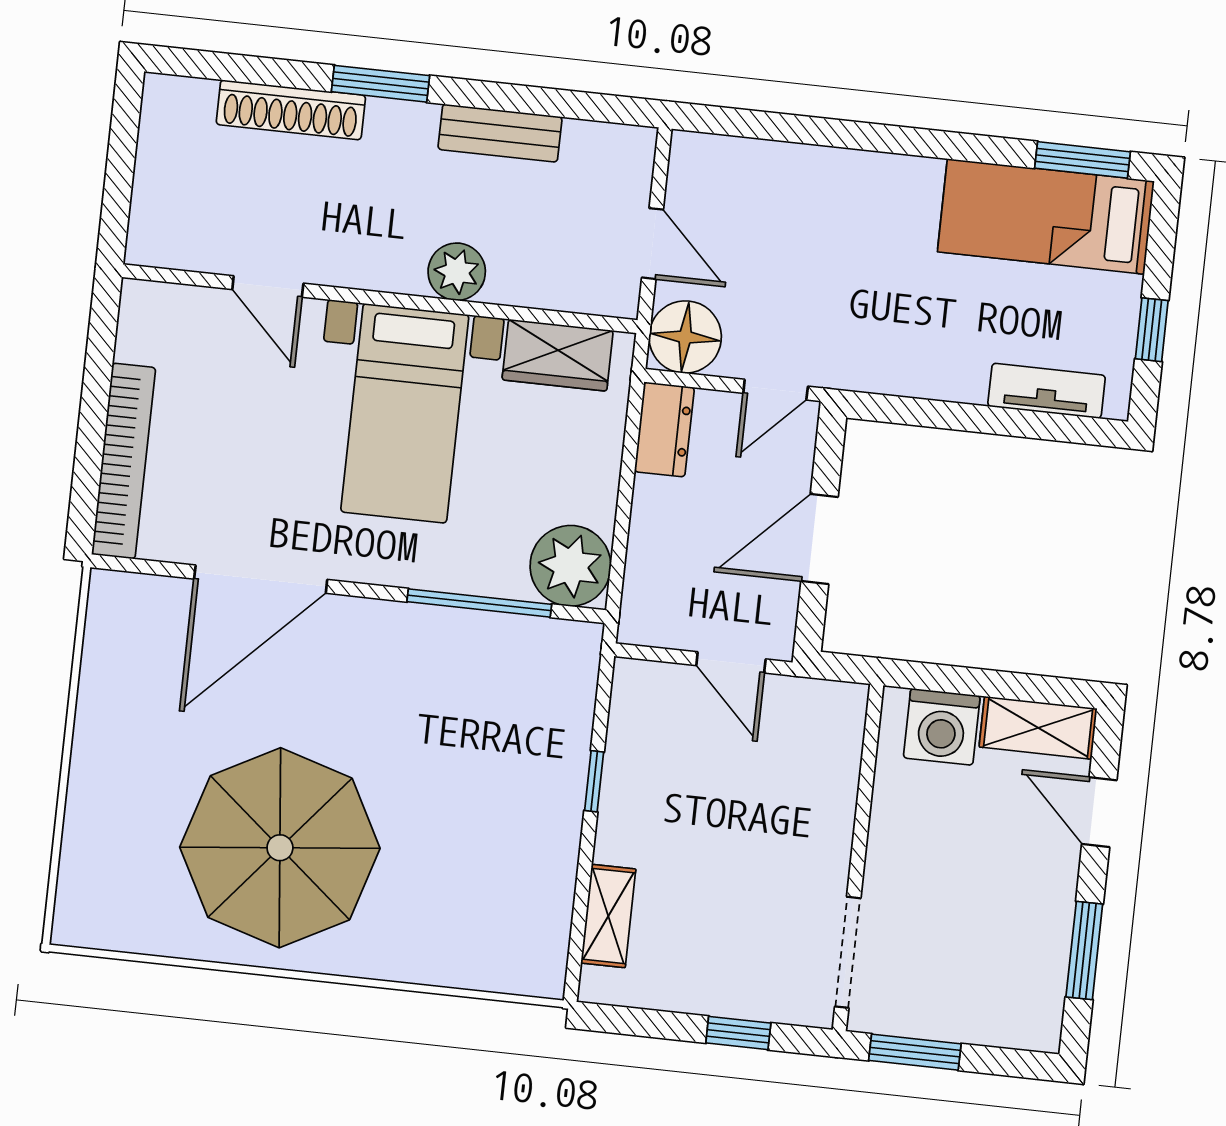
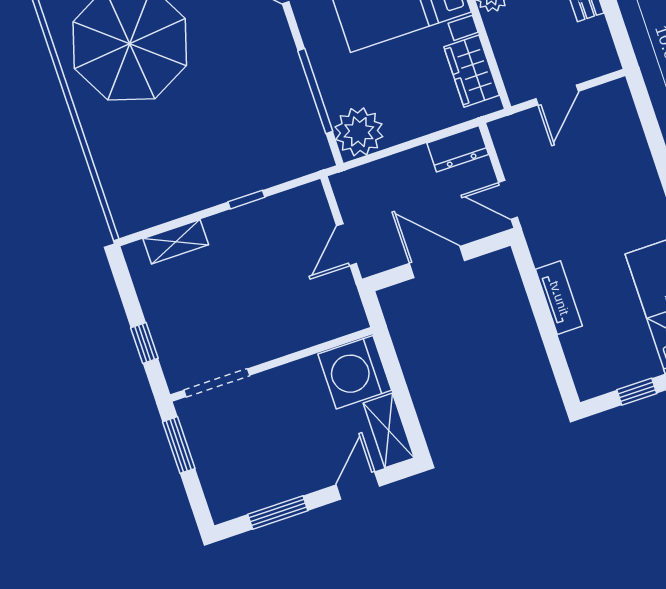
floor lamp: (685, 337) -> (514, 137), removed
tv unit: (1047, 391) -> (559, 298), moved
washing machine: (942, 727) -> (355, 372), width x1.37, depth x1.37

